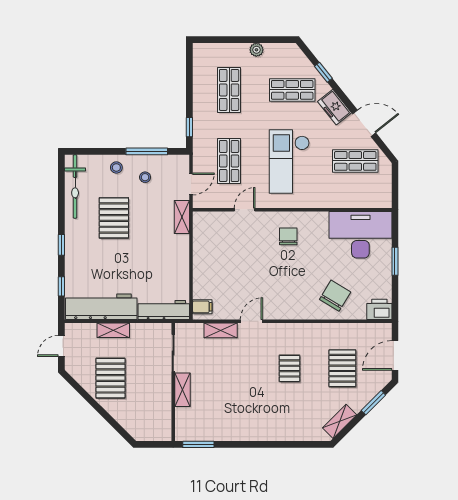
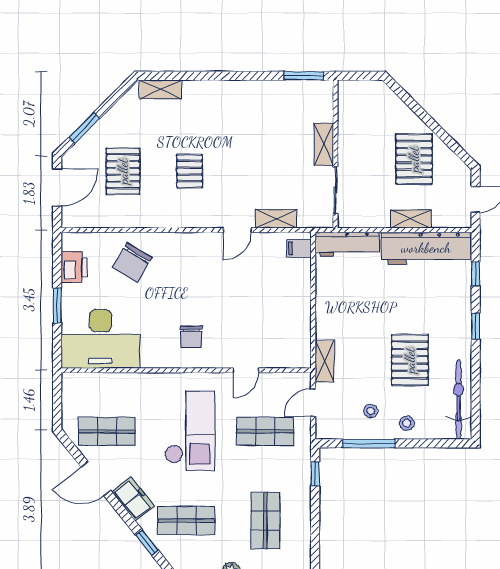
shop shelf: (229, 161) -> (265, 431), turned 90
printer: (379, 309) -> (74, 267), moved, turned -90
shelving: (340, 421) -> (160, 89), moved, turned 45

